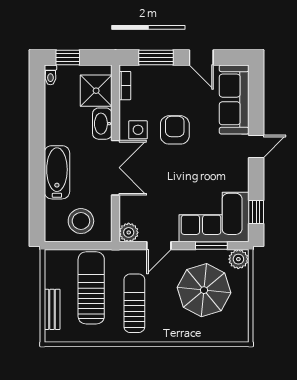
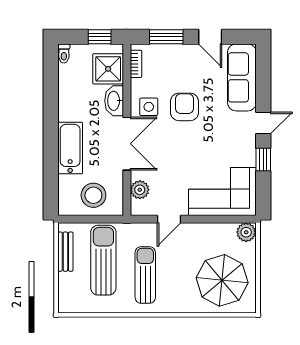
window: (68, 58) -> (100, 37), moved
window: (256, 212) -> (263, 159), moved
plant: (129, 232) -> (140, 190), moved
window: (211, 246) -> (220, 219), removed
parasol: (204, 290) -> (222, 280), moved
bench: (52, 309) -> (65, 252), moved

